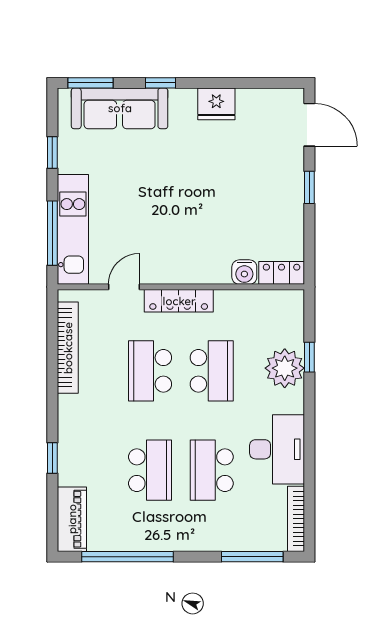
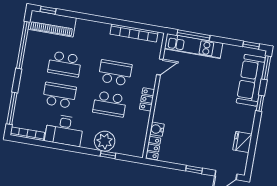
fridge: (216, 104) -> (242, 142), moved
window: (52, 153) -> (251, 45), moved
door: (124, 287) -> (160, 67), hinge flipped
locker: (179, 301) -> (147, 99), width x0.66
window: (52, 458) -> (48, 10), moved
piano: (72, 519) -> (52, 24), width x1.37, depth x1.33

